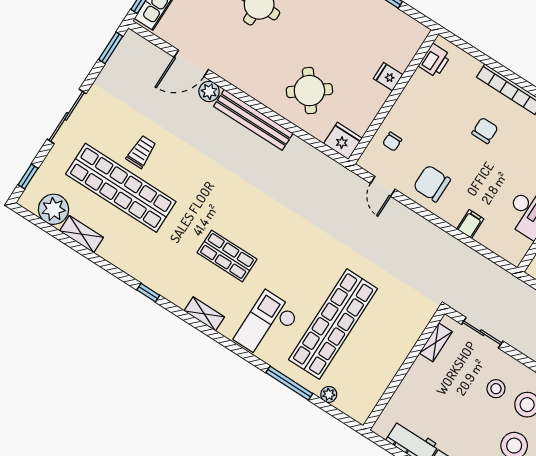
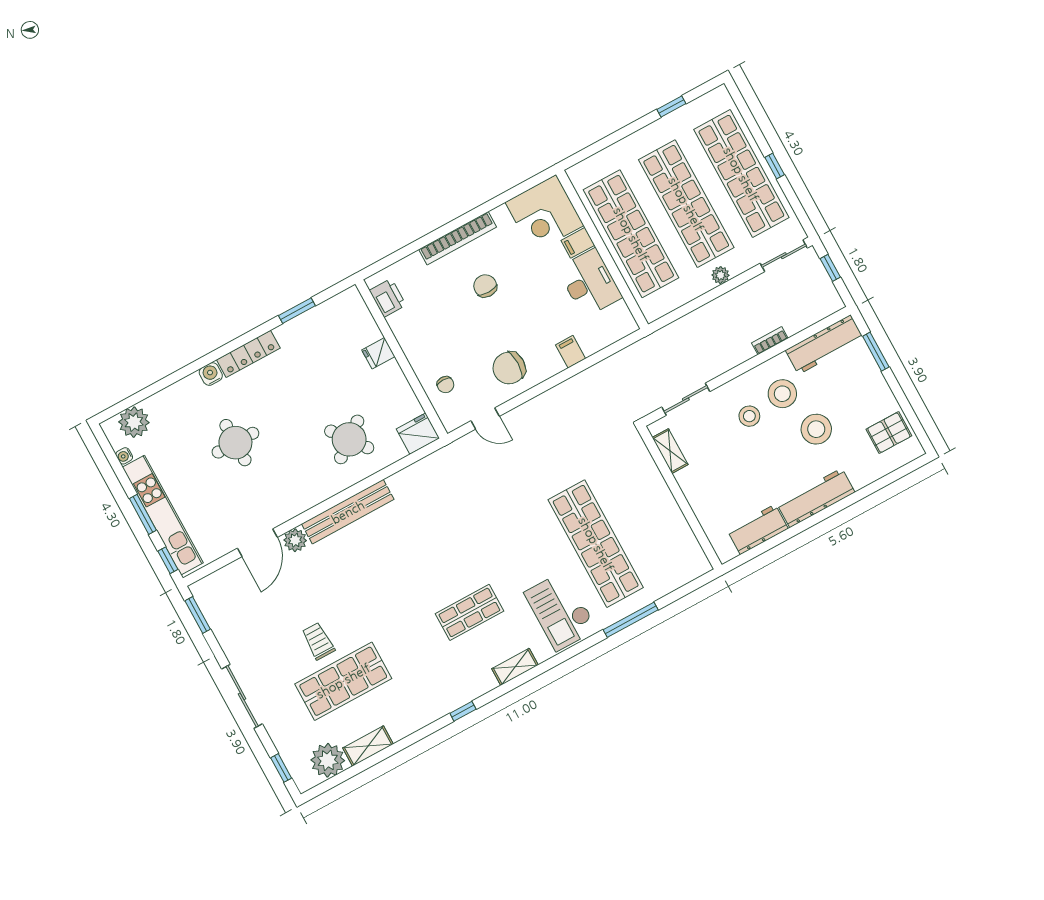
shop shelf: (121, 188) -> (343, 681), width x0.71
plant: (329, 394) -> (664, 586), removed

